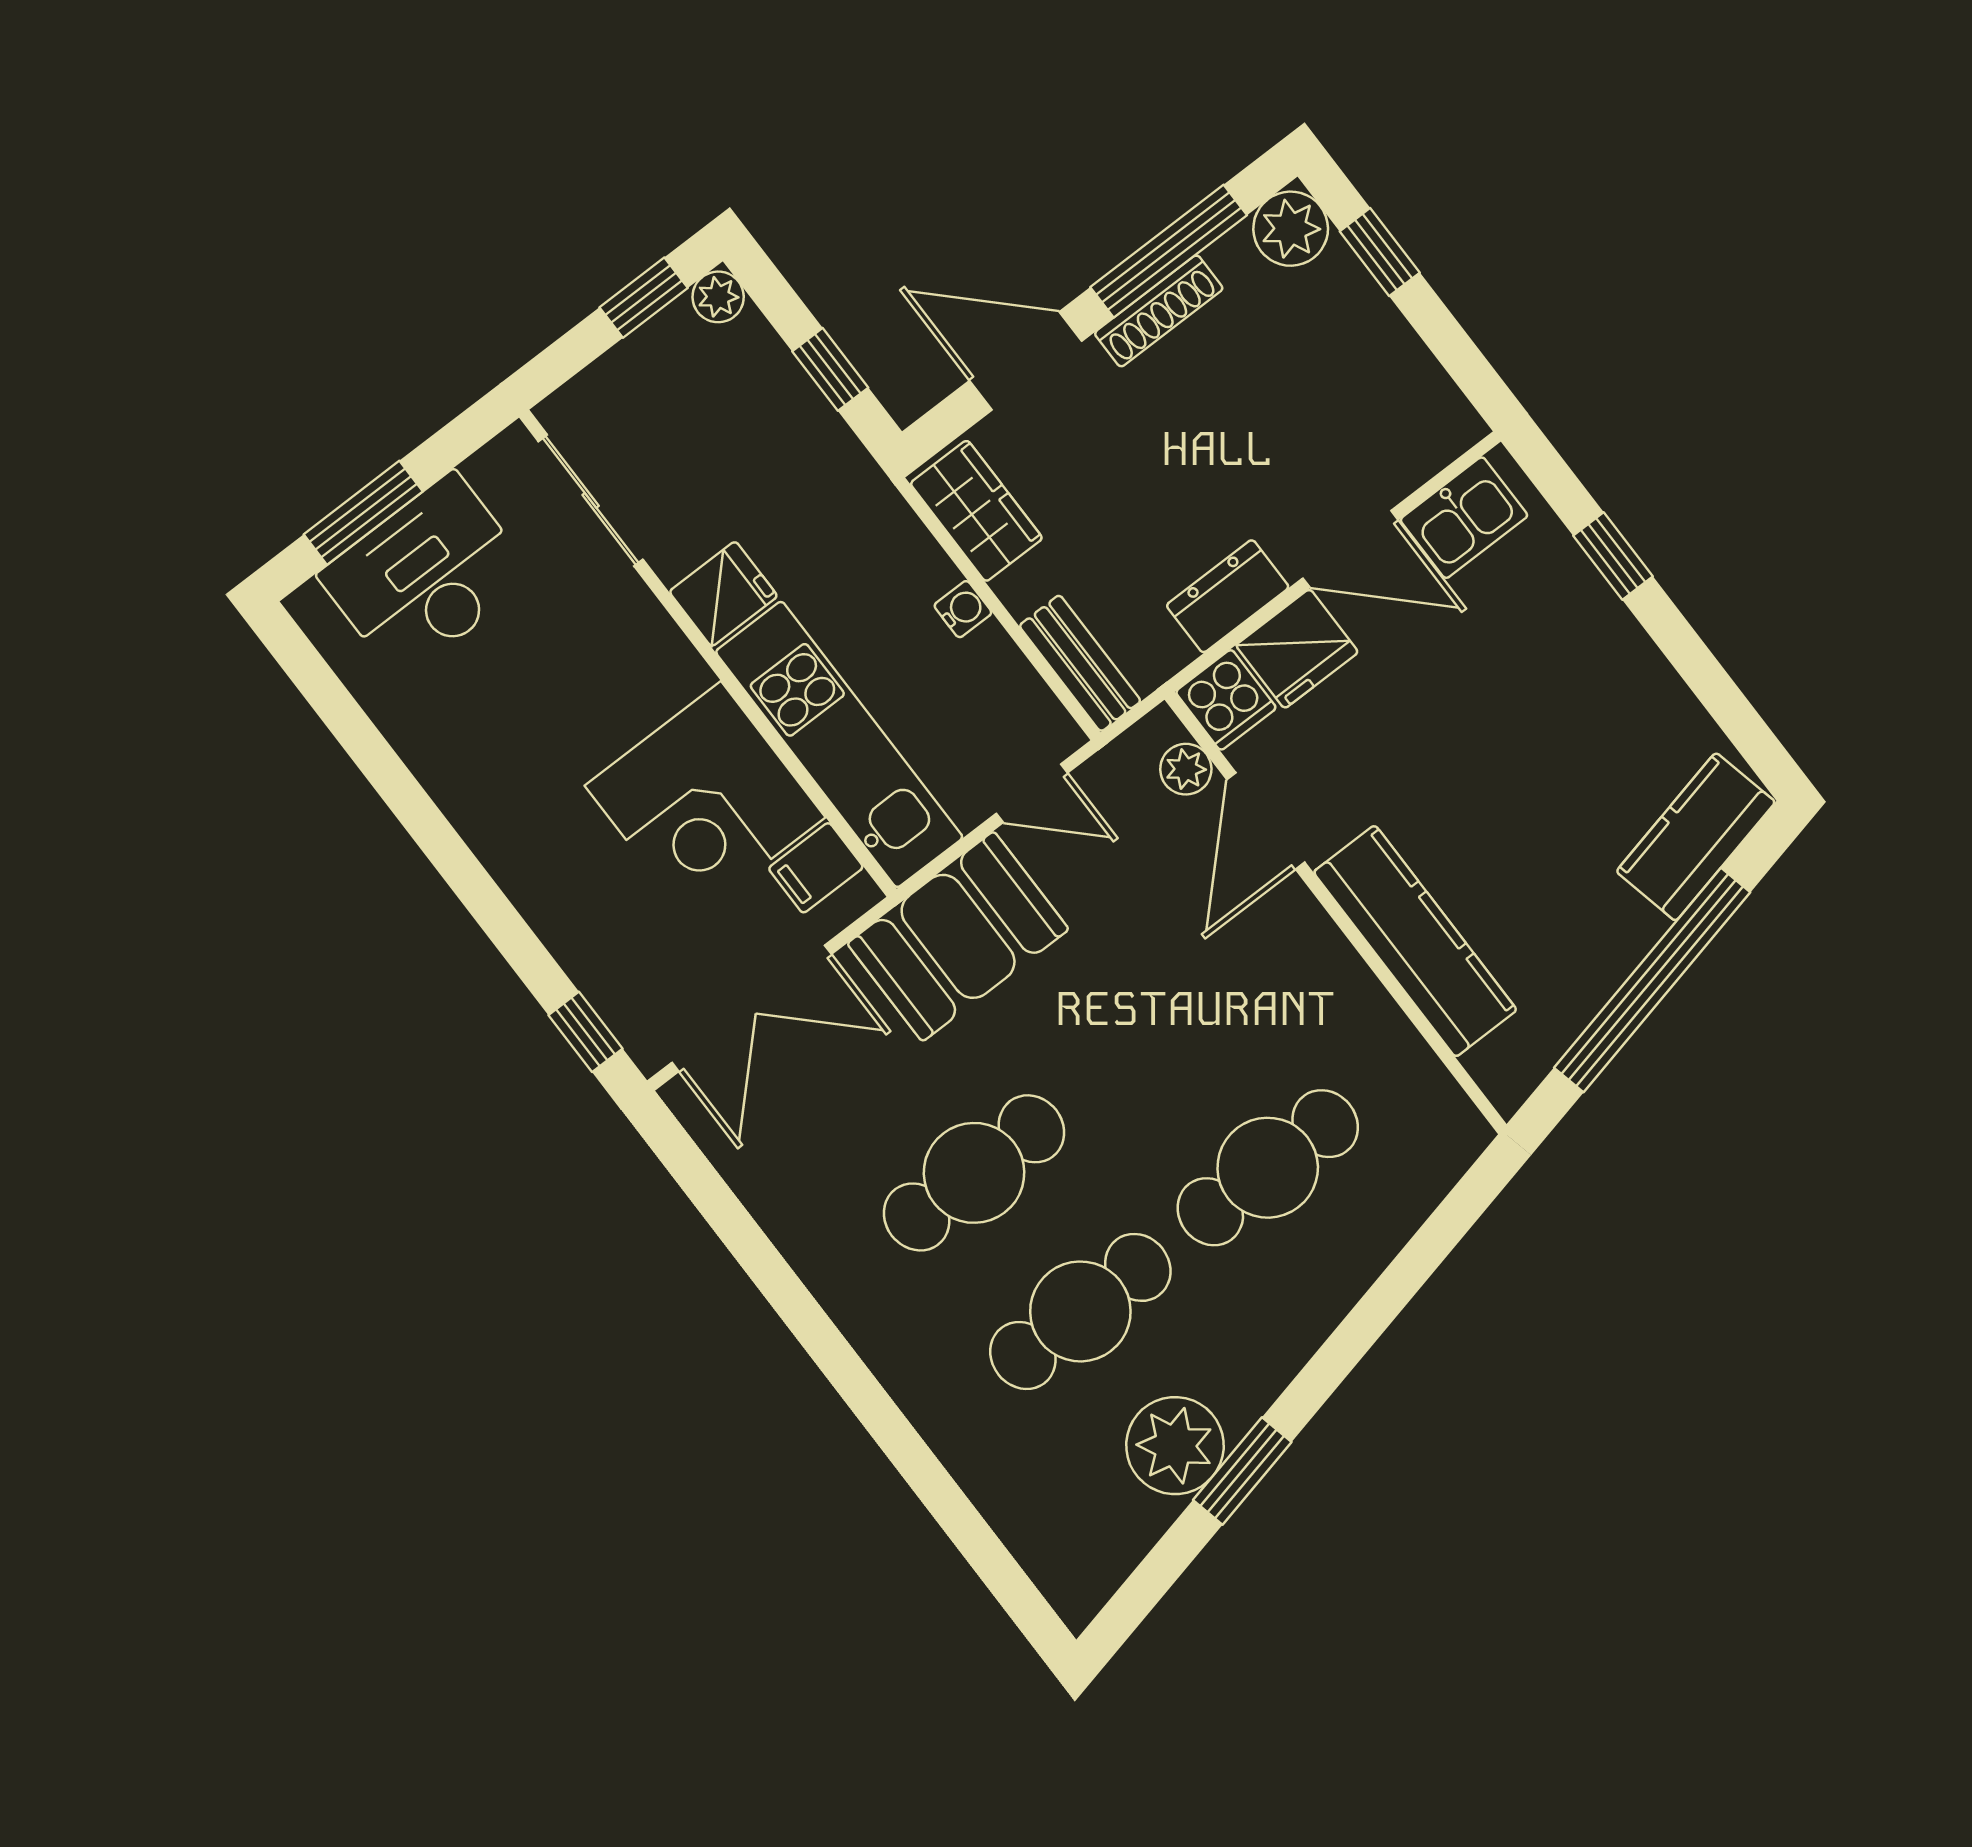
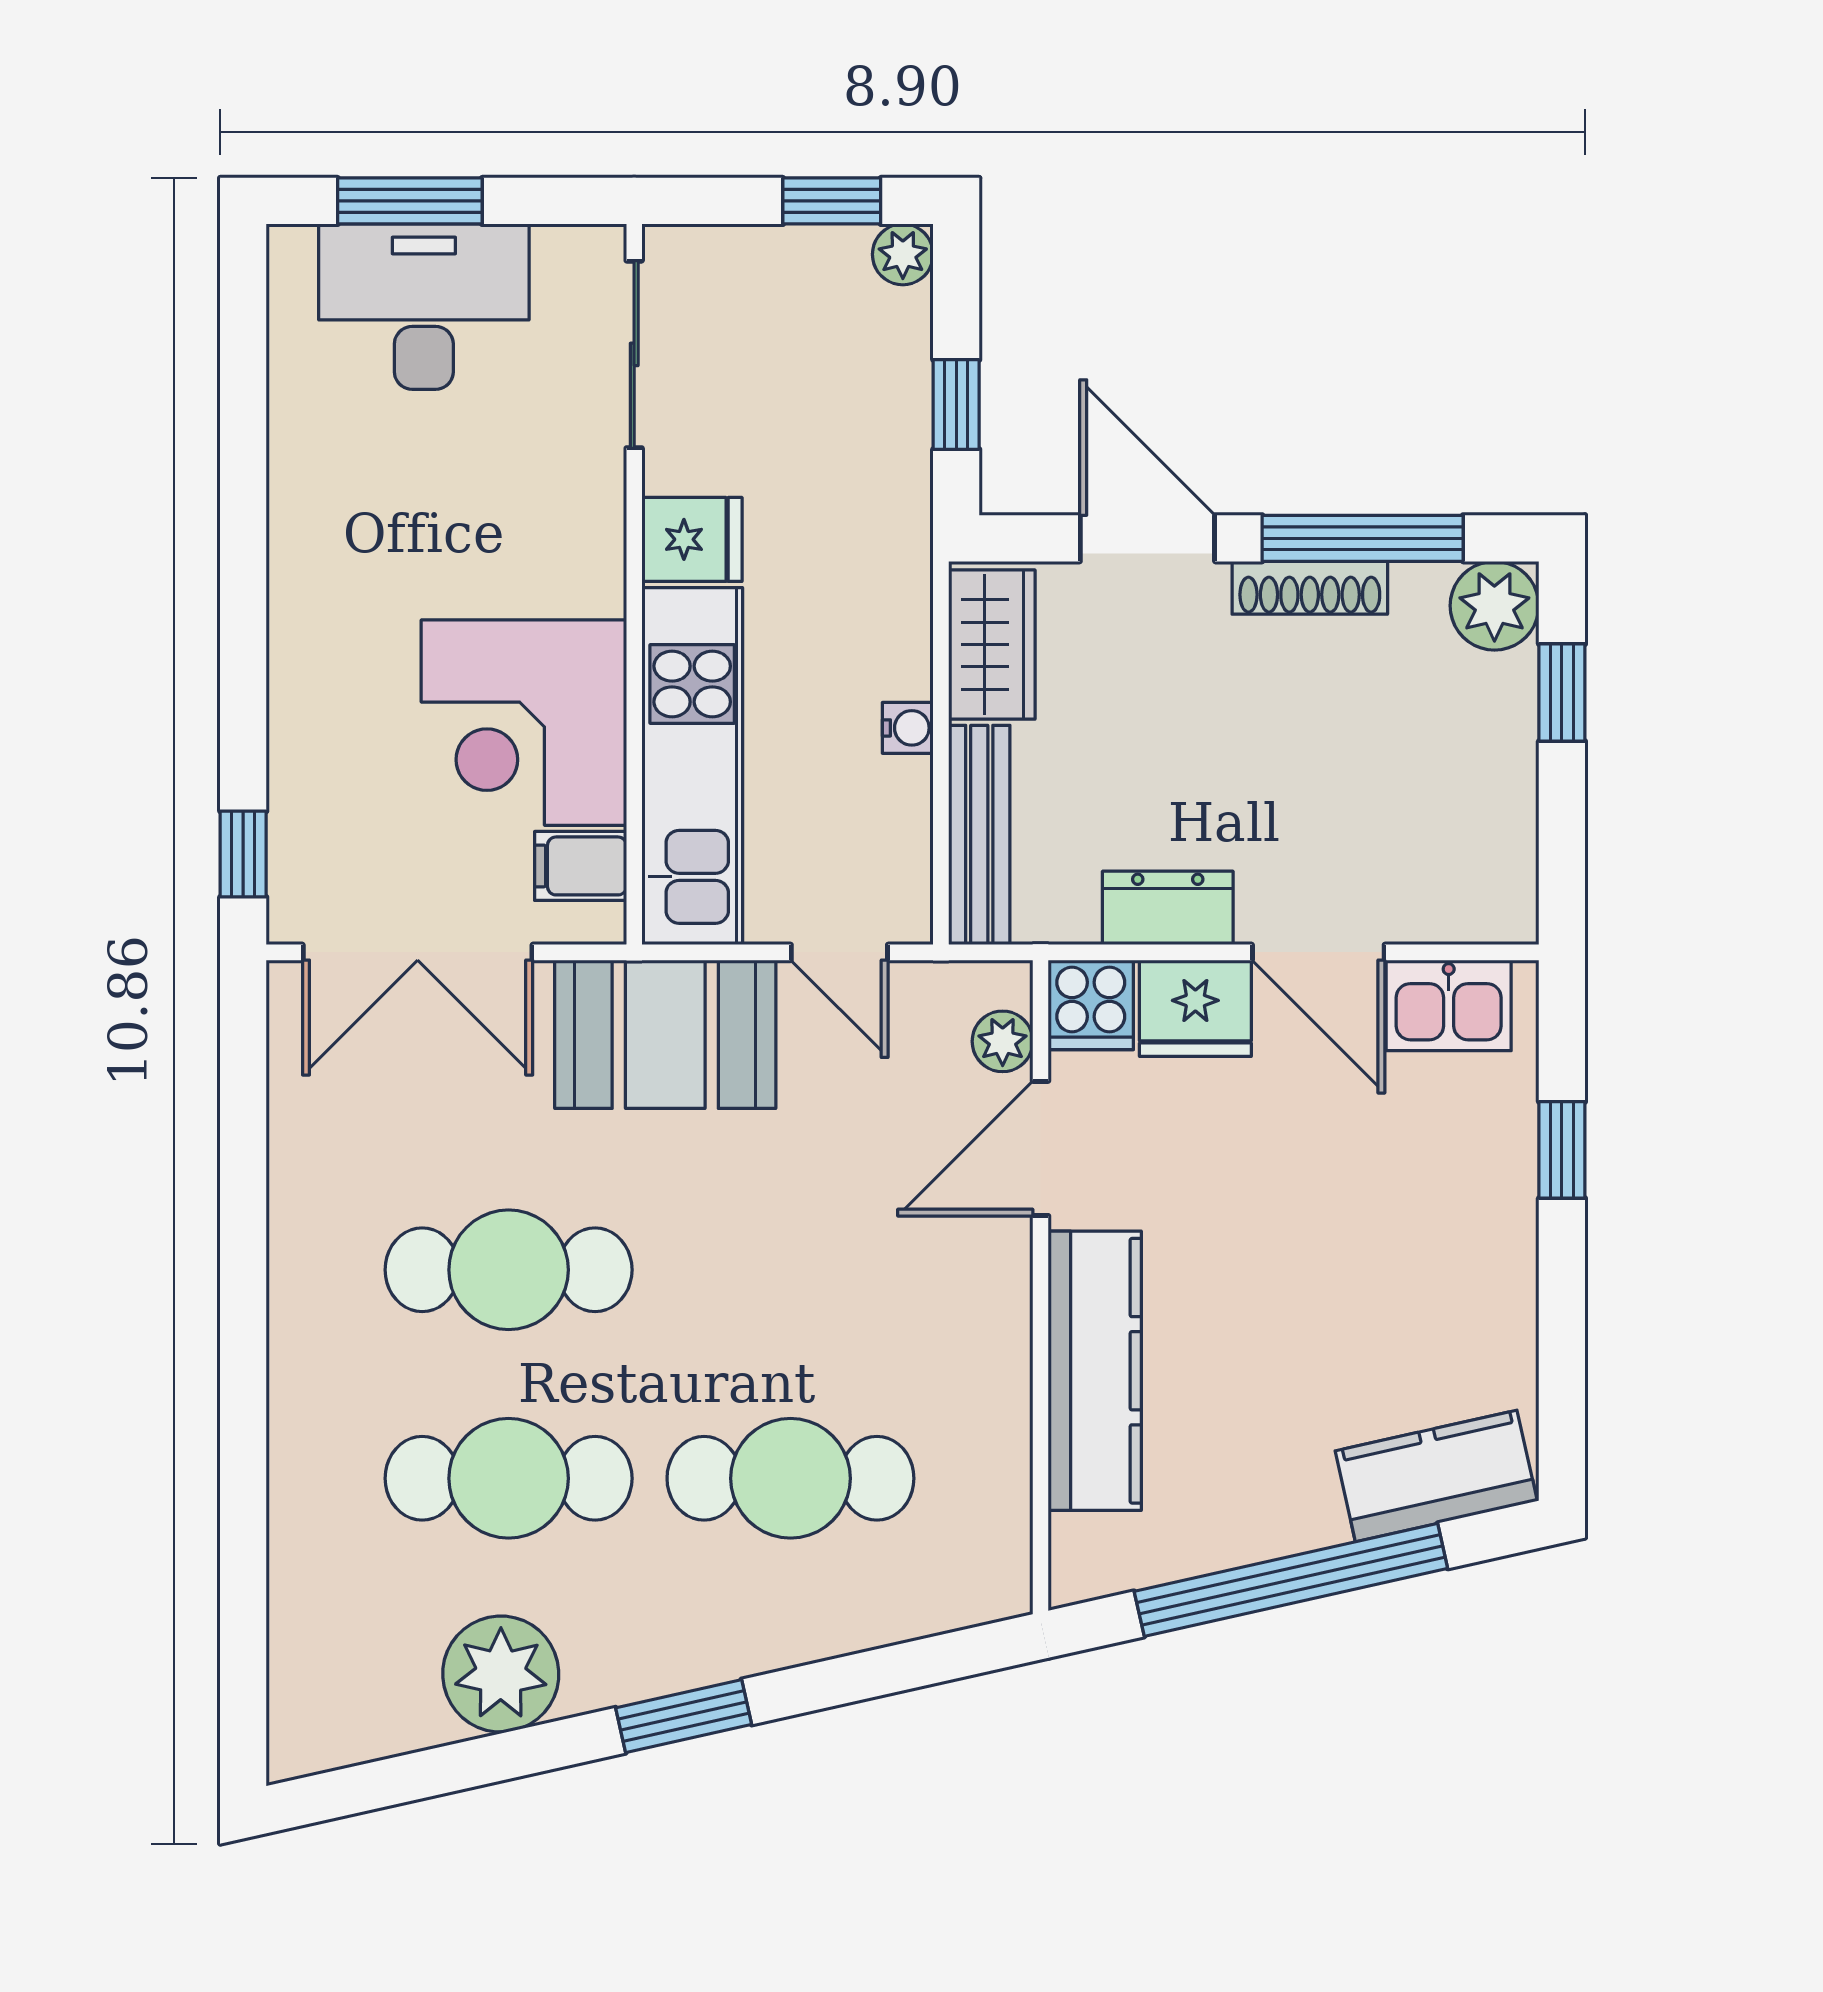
bench: (1080, 663) -> (979, 835), width x1.36
window: (1242, 1471) -> (684, 1716), moved

